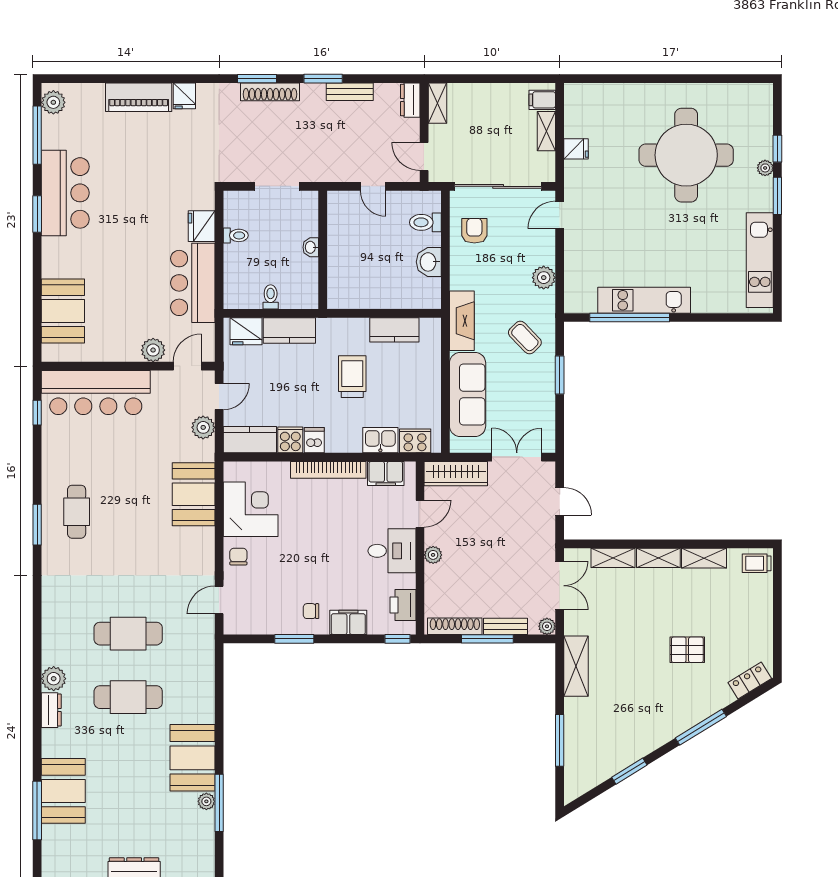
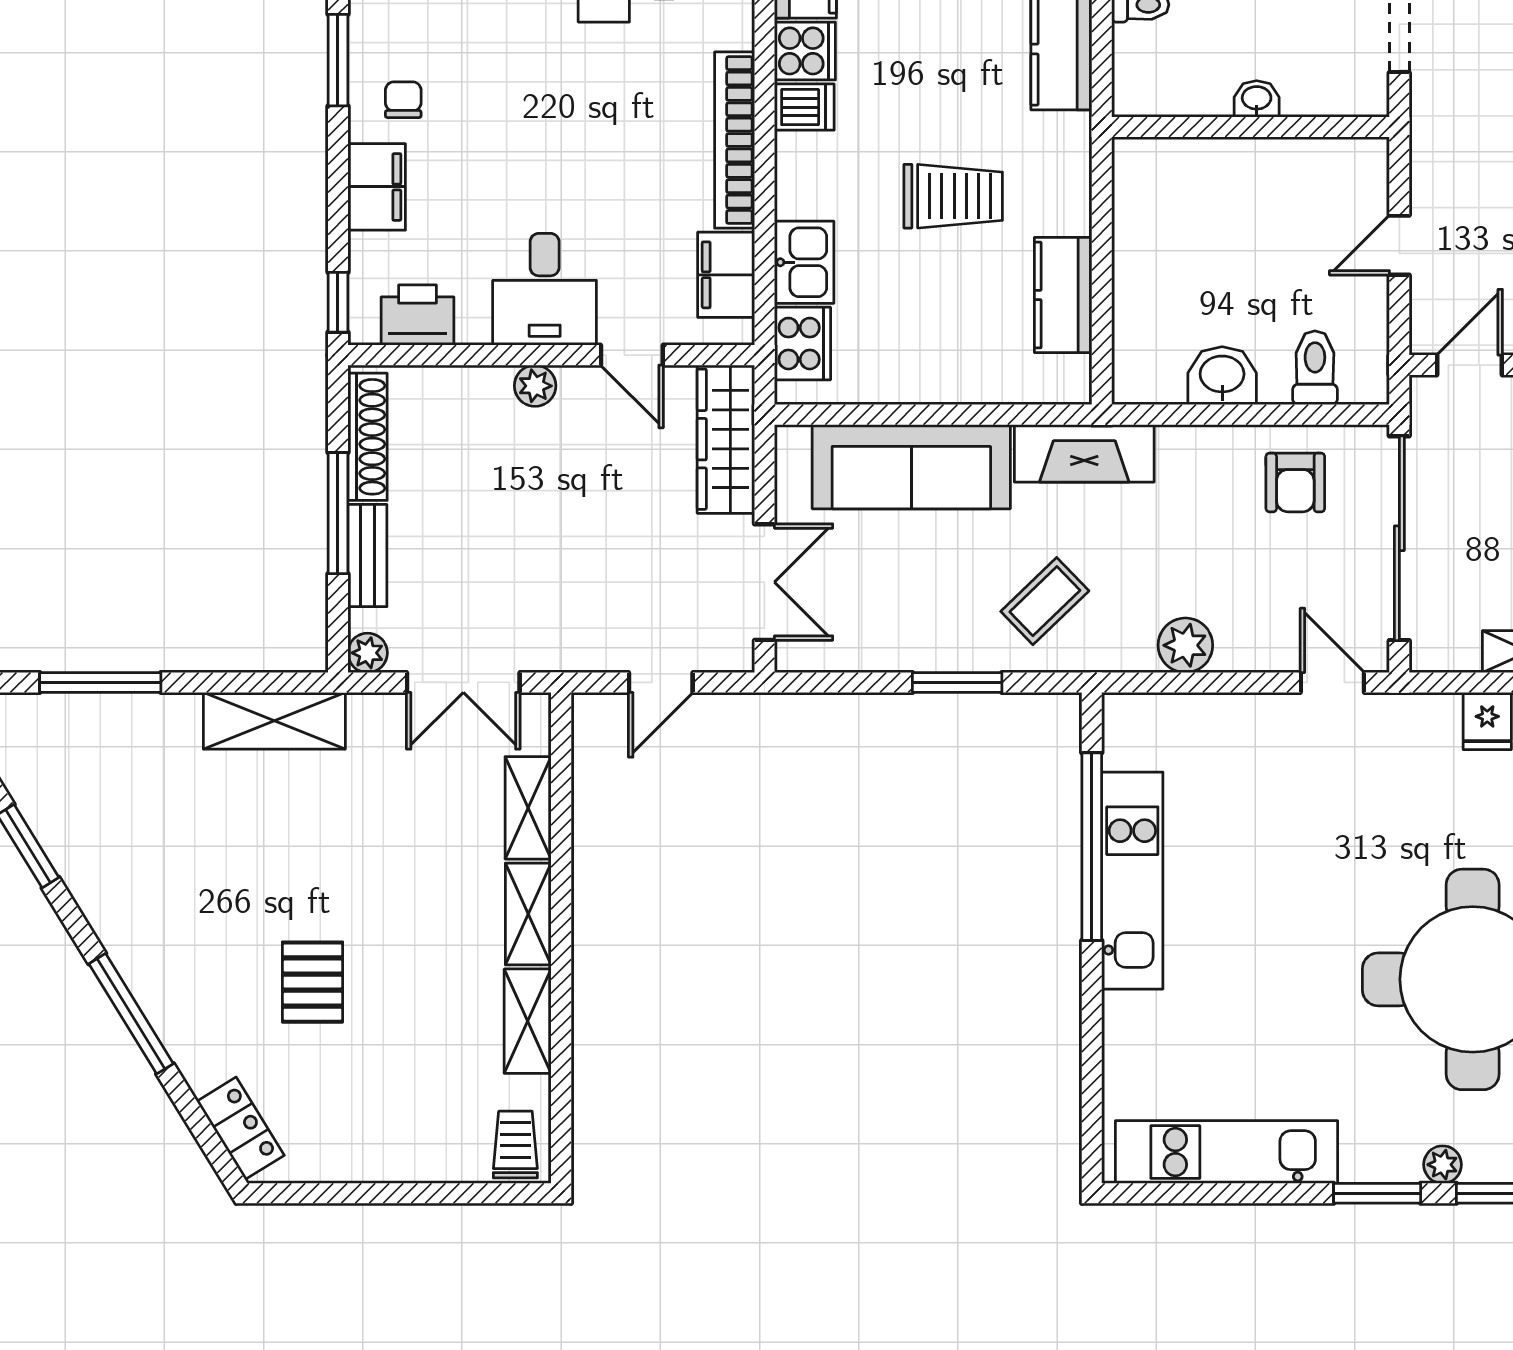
armchair: (474, 231) -> (1295, 482), turned 90

